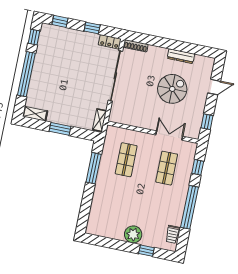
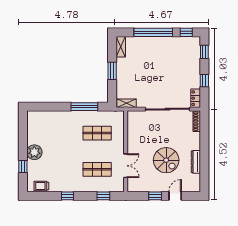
door: (214, 87) -> (175, 196), swing flipped
window: (207, 122) -> (155, 196), moved
window: (189, 207) -> (68, 196), width x0.32

